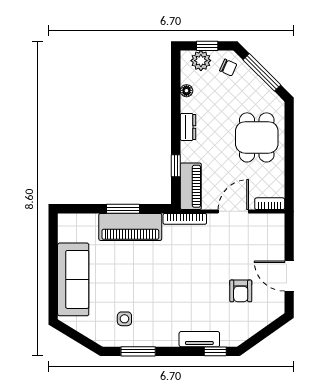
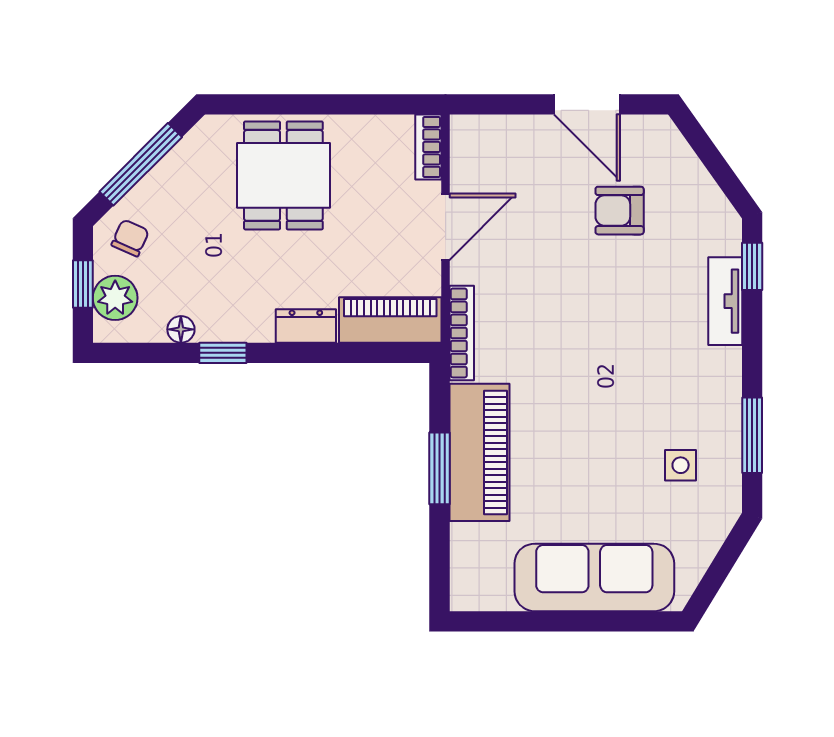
dresser: (188, 127) -> (306, 326), moved
dining table: (257, 137) -> (283, 175), turned 90
window: (176, 166) -> (223, 353), moved
door: (233, 211) -> (446, 227), swing flipped
door: (289, 276) -> (587, 104), hinge flipped
armchair: (241, 291) -> (620, 211), turned 180

